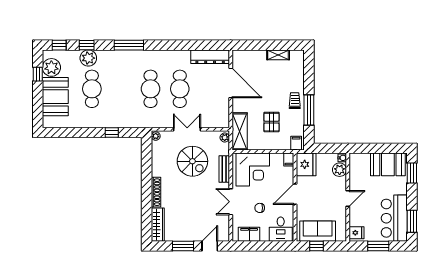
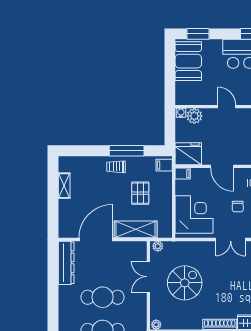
pallet: (272, 122) -> (140, 193), turned 90
double door: (187, 129) -> (148, 277), moved
shelving: (240, 131) -> (136, 229), moved
bench: (224, 169) -> (193, 247), removed

